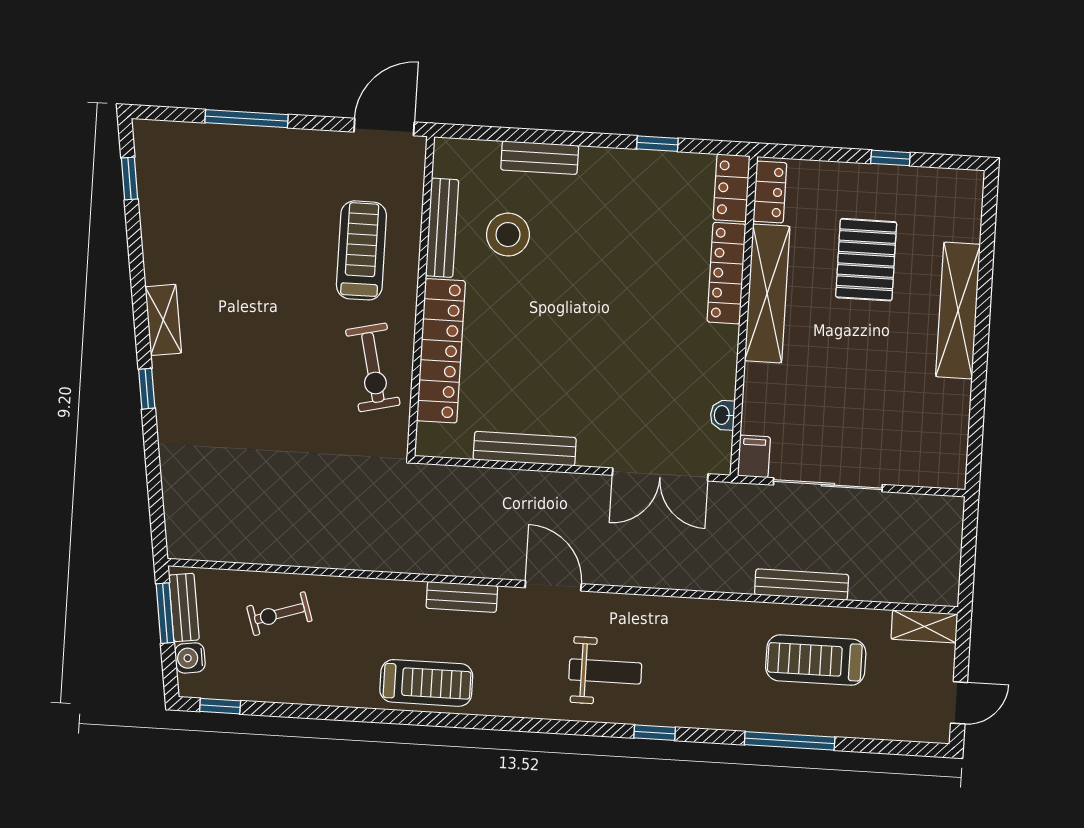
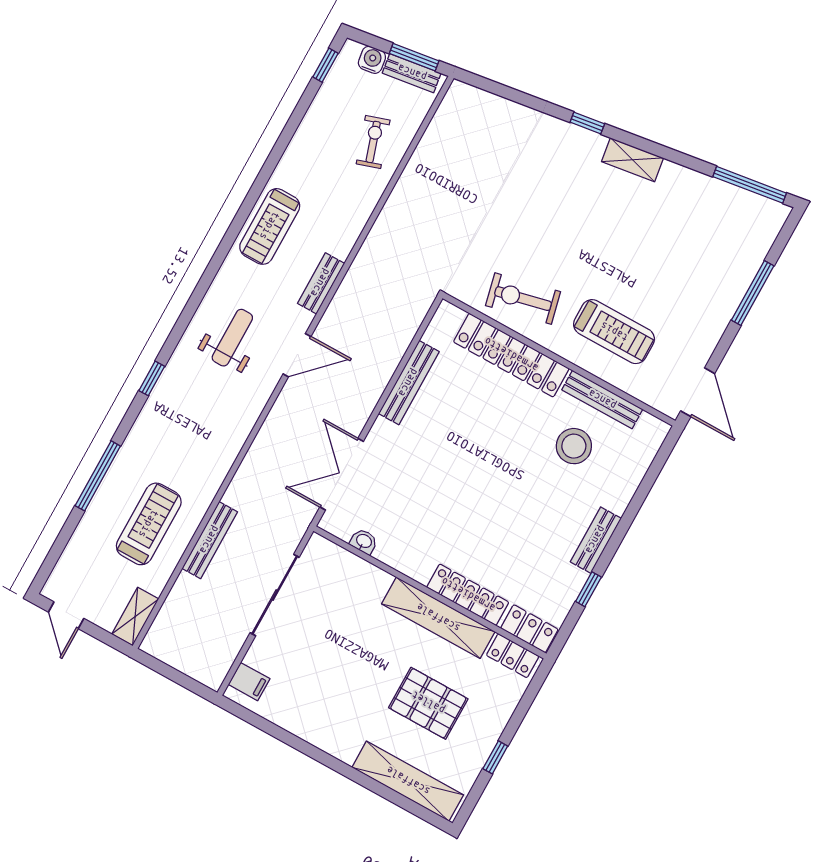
bench: (540, 158) -> (596, 540), moved
window: (130, 178) -> (750, 185), width x2.17
shelving: (958, 310) -> (408, 781), moved
filing cabinet: (754, 456) -> (249, 682), moved
weight bench: (605, 671) -> (232, 338), moved, turned 180

